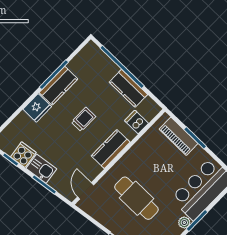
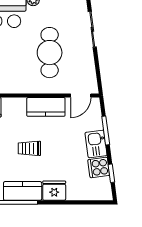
kitchen counter: (111, 149) -> (46, 107), moved

